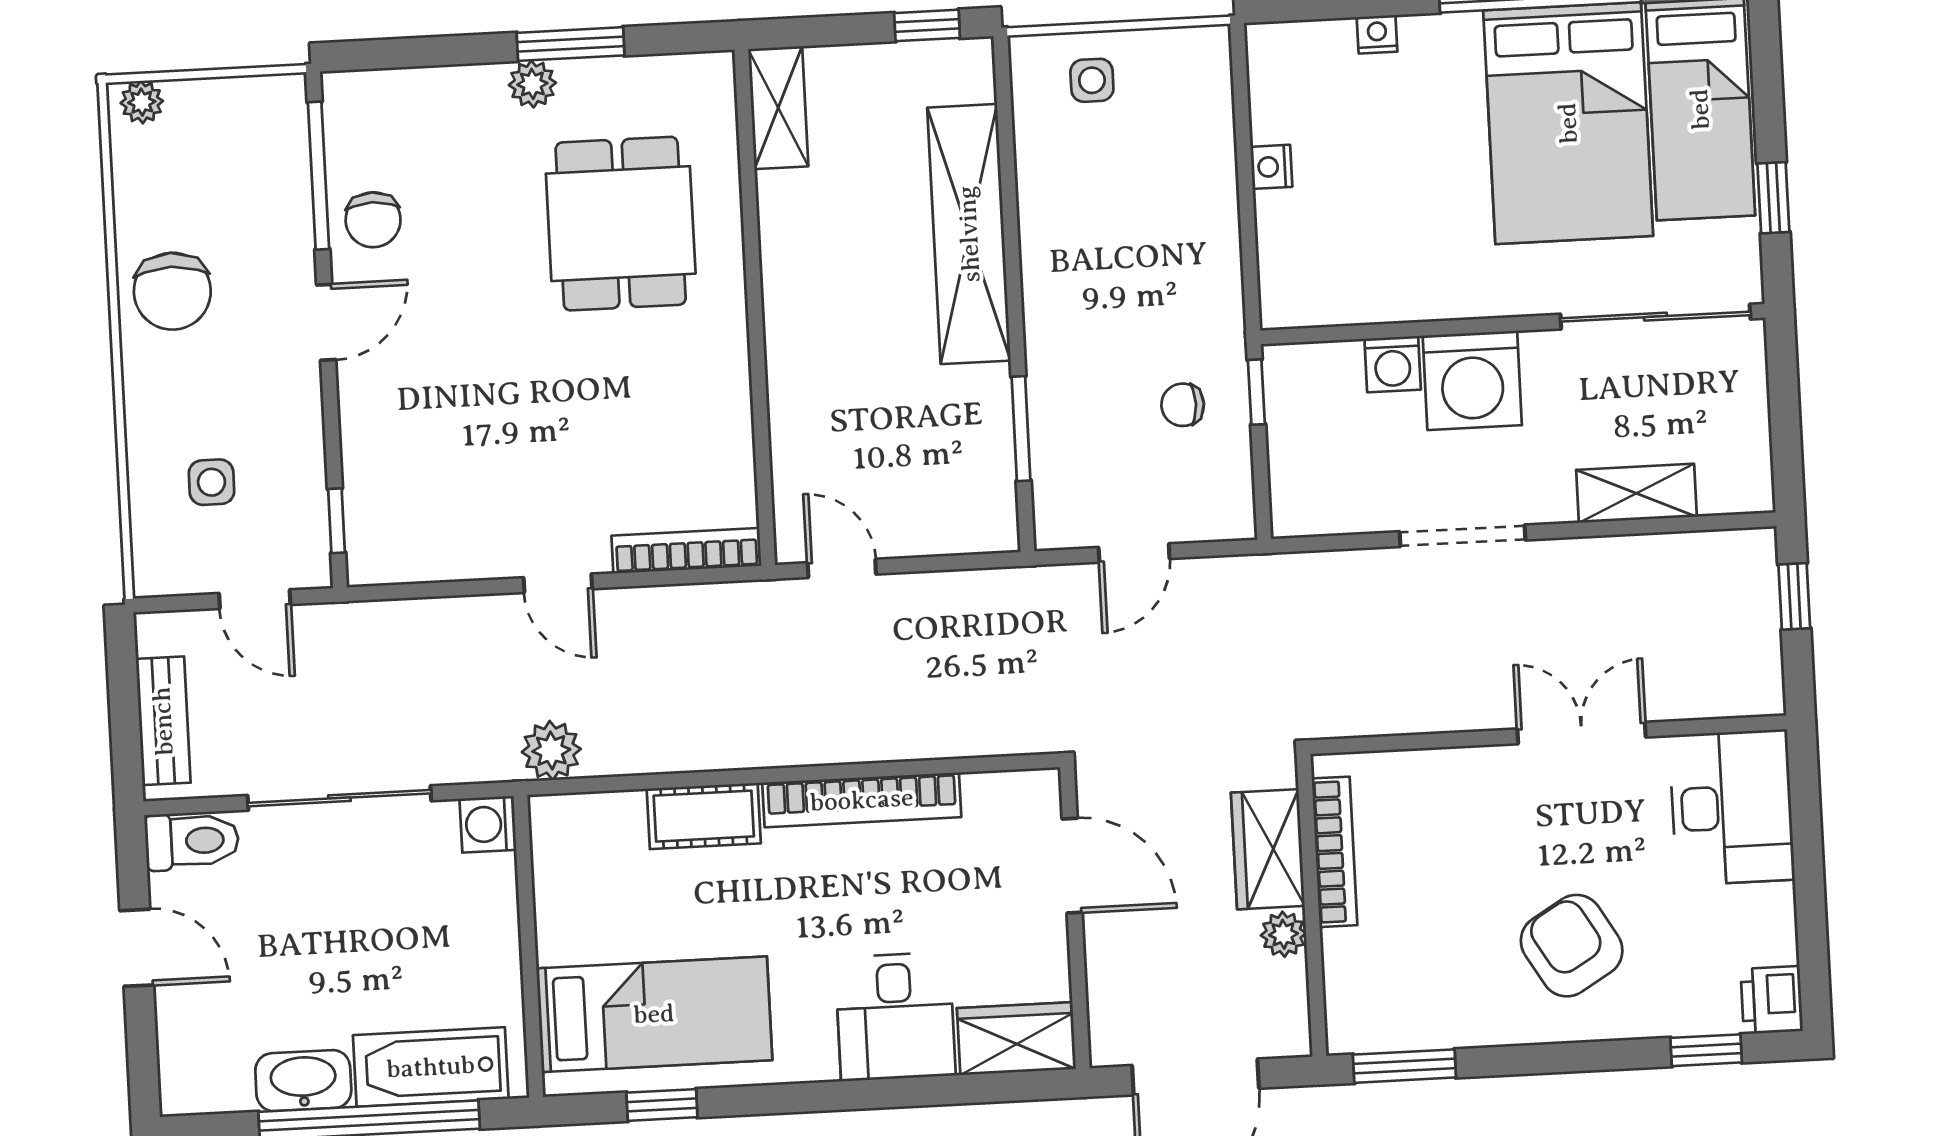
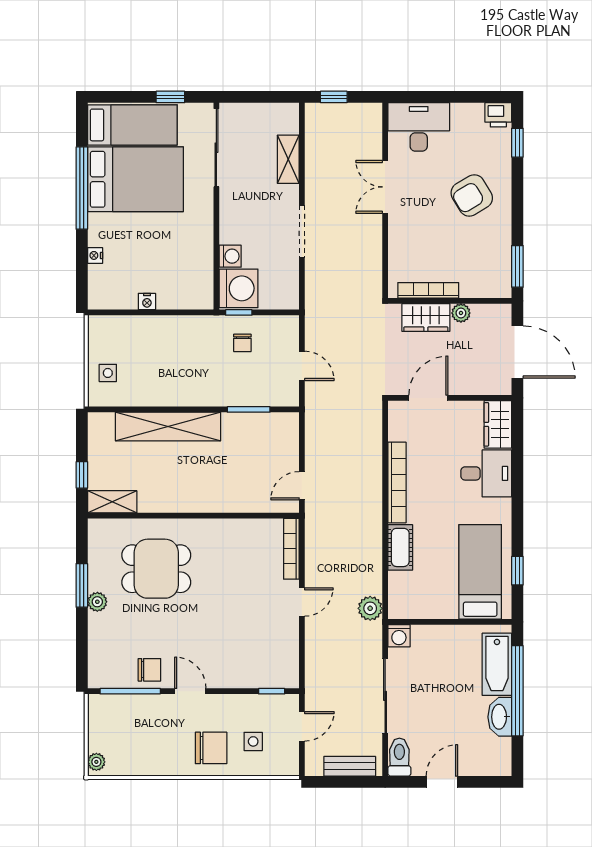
window: (927, 25) -> (82, 475), moved
chair: (172, 291) -> (211, 748), moved
washing machine: (1472, 380) -> (239, 288), moved

